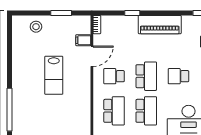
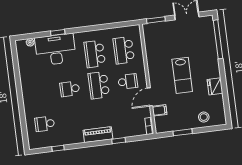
piano: (160, 25) -> (98, 135), width x0.73, depth x0.75
fridge: (19, 59) -> (215, 86), added
lab bench: (54, 75) -> (182, 75), turned 180
school desk: (178, 76) -> (70, 89), turned 180

